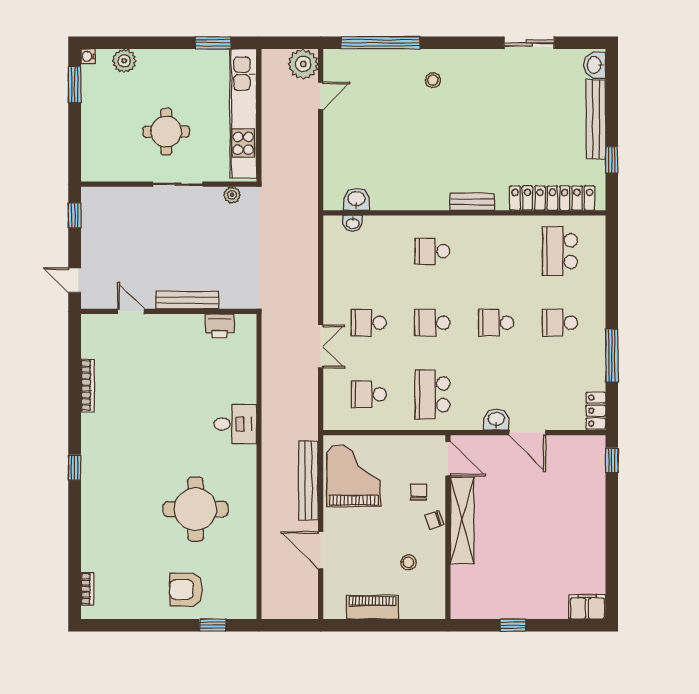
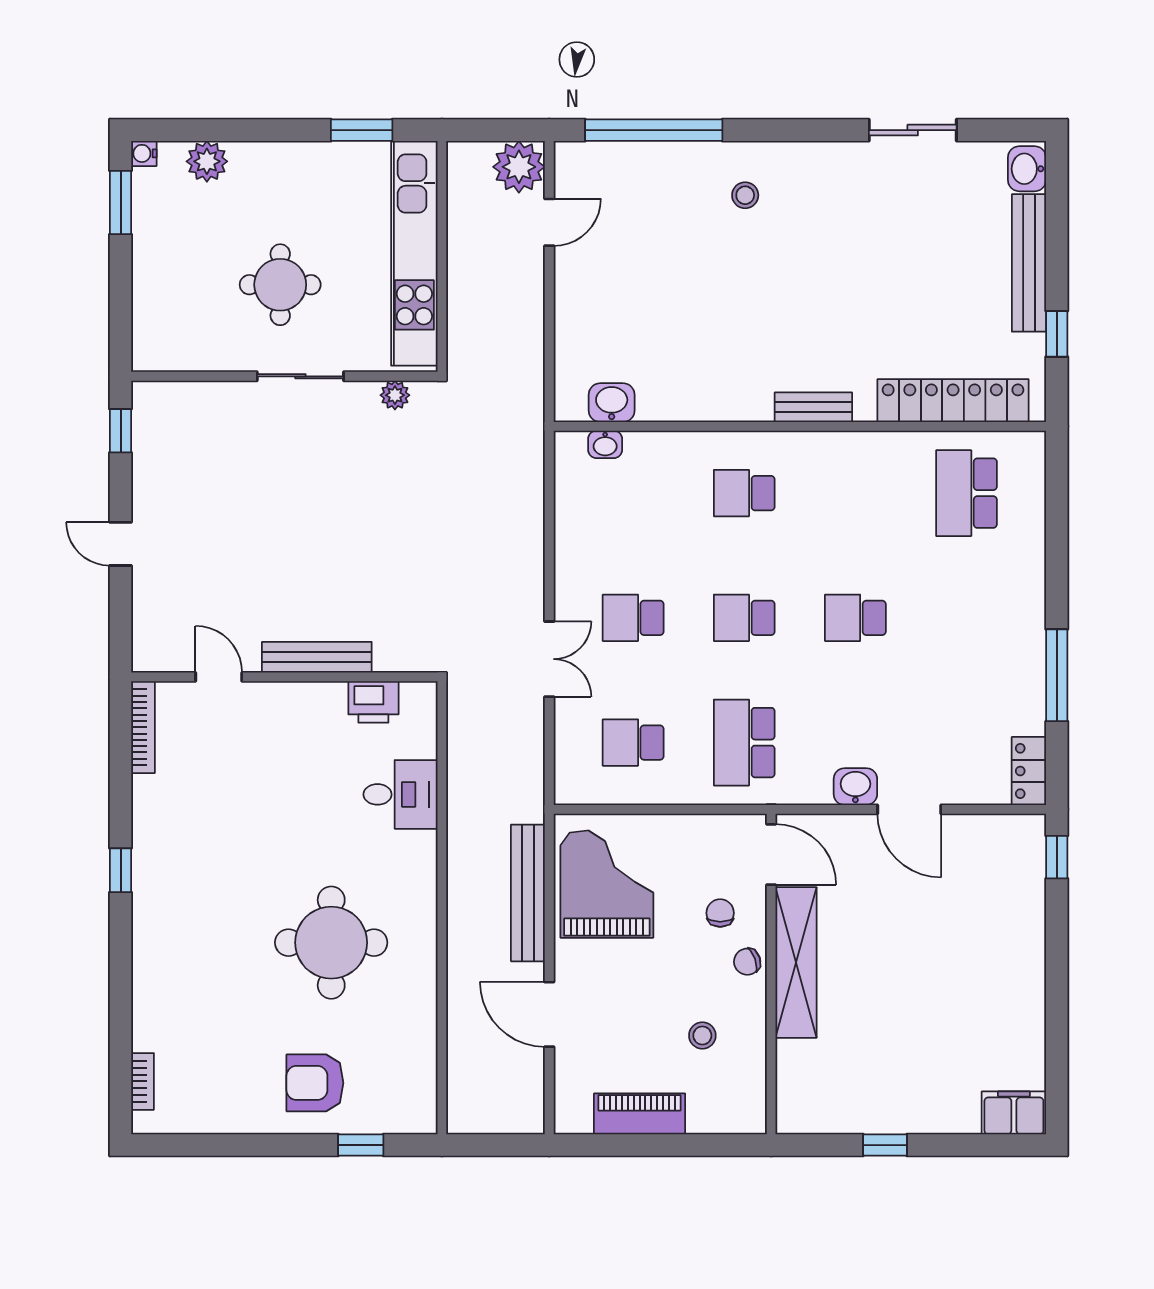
bench: (187, 300) -> (317, 657), moved
door: (131, 311) -> (219, 677), moved
wall: (169, 311) -> (284, 677), moved
school desk: (560, 323) -> (966, 618), removed
printer: (220, 326) -> (373, 702), moved

